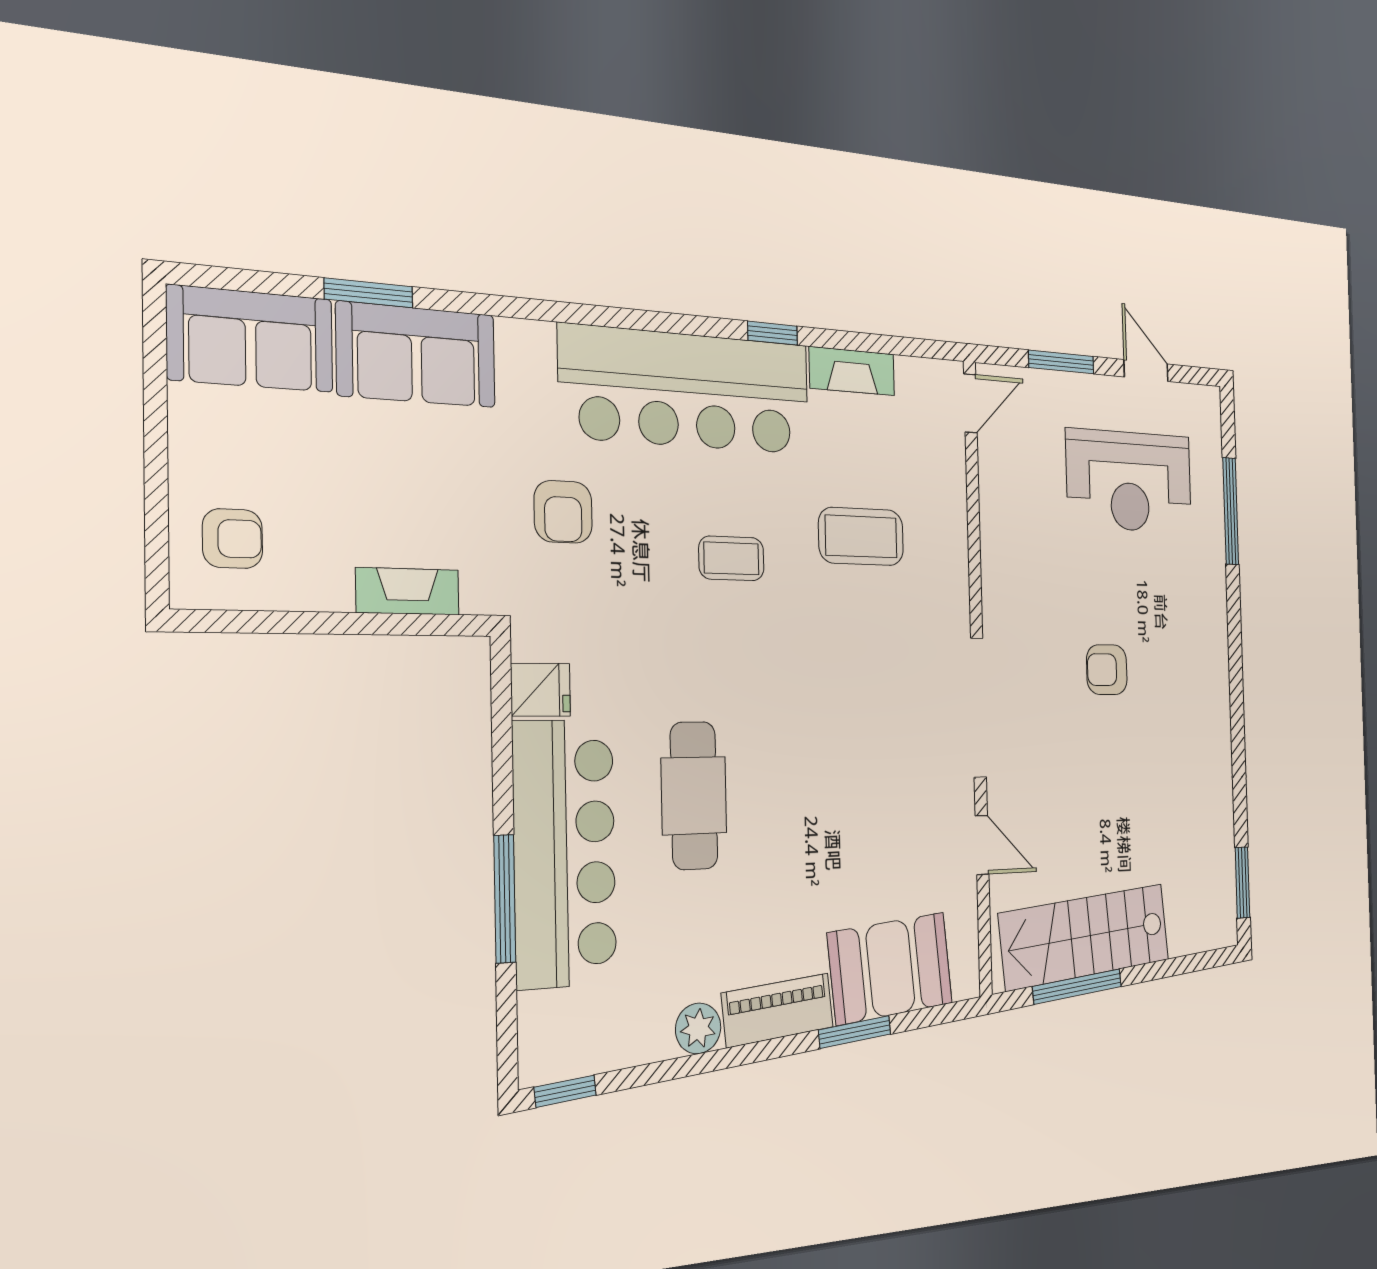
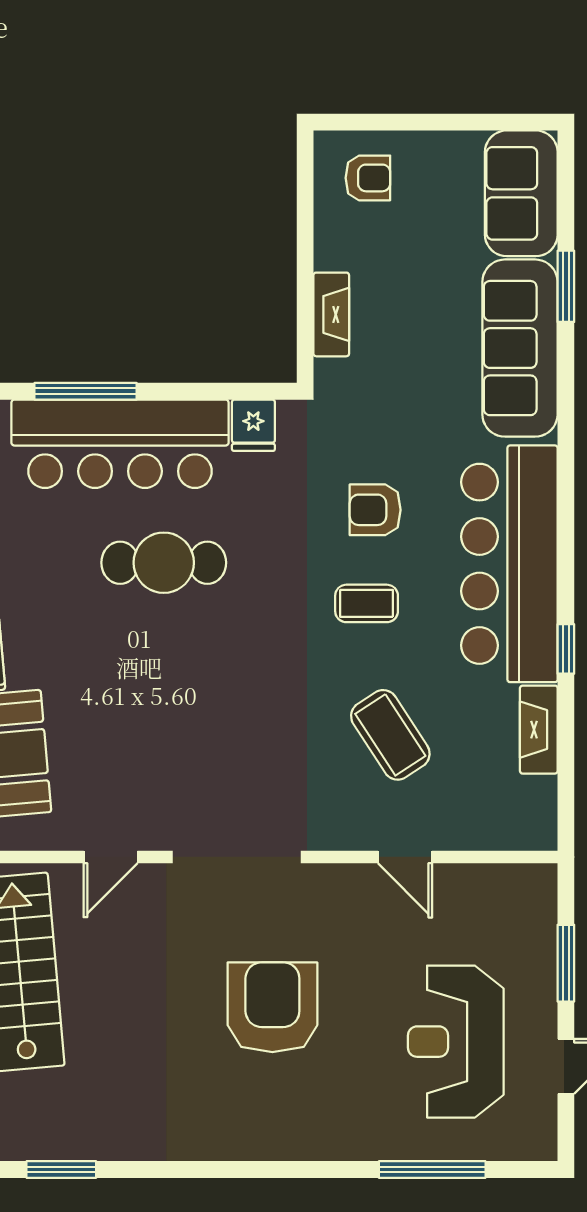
sofa: (416, 355) -> (520, 348), width x1.36
door: (970, 403) -> (405, 857), moved
armchair: (563, 512) -> (375, 510), moved
coffee table: (861, 536) -> (390, 735), turned -33
armchair: (233, 539) -> (368, 178), turned -90
coffee table: (731, 558) -> (367, 603), turned 90
armchair: (1107, 670) -> (272, 1007), width x1.88, depth x1.88

